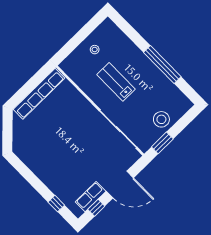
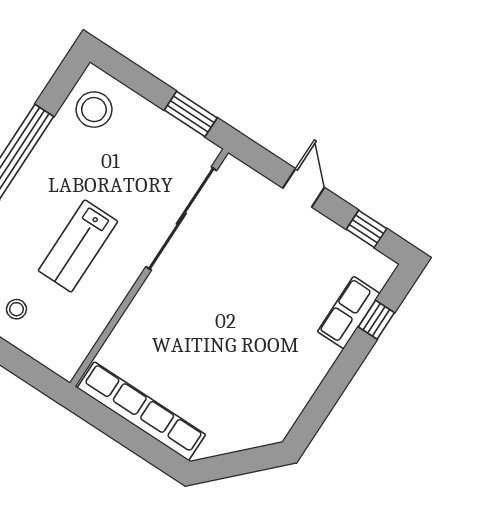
stool: (161, 119) -> (94, 110), moved
door: (120, 185) -> (304, 188), width x0.53
row of seats: (91, 197) -> (349, 313), moved, turned 90

